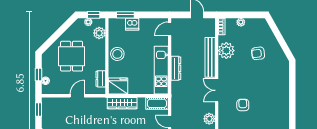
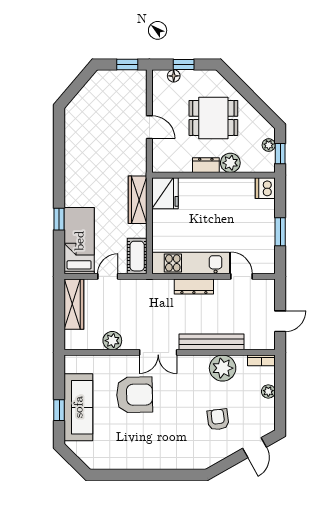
window: (125, 15) -> (280, 232), moved
dishwasher: (132, 24) -> (265, 188), moved
door: (170, 29) -> (241, 276), moved
door: (276, 31) -> (255, 448), added
plant: (99, 33) -> (230, 163), moved
stool: (117, 54) -> (217, 192), removed
dresser: (101, 79) -> (206, 165), moved
double door: (217, 90) -> (158, 352), swing flipped
armchair: (243, 105) -> (135, 395), width x1.88, depth x1.88

